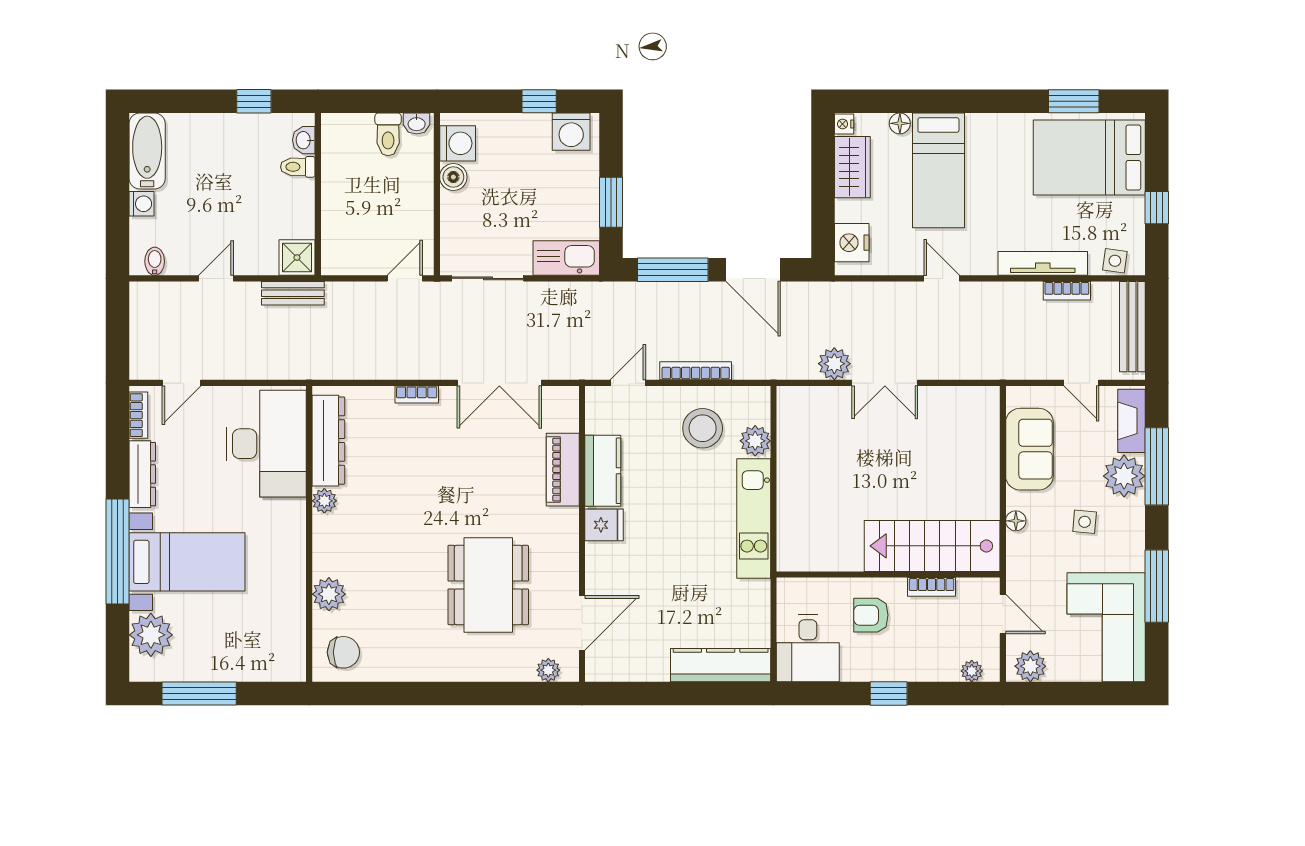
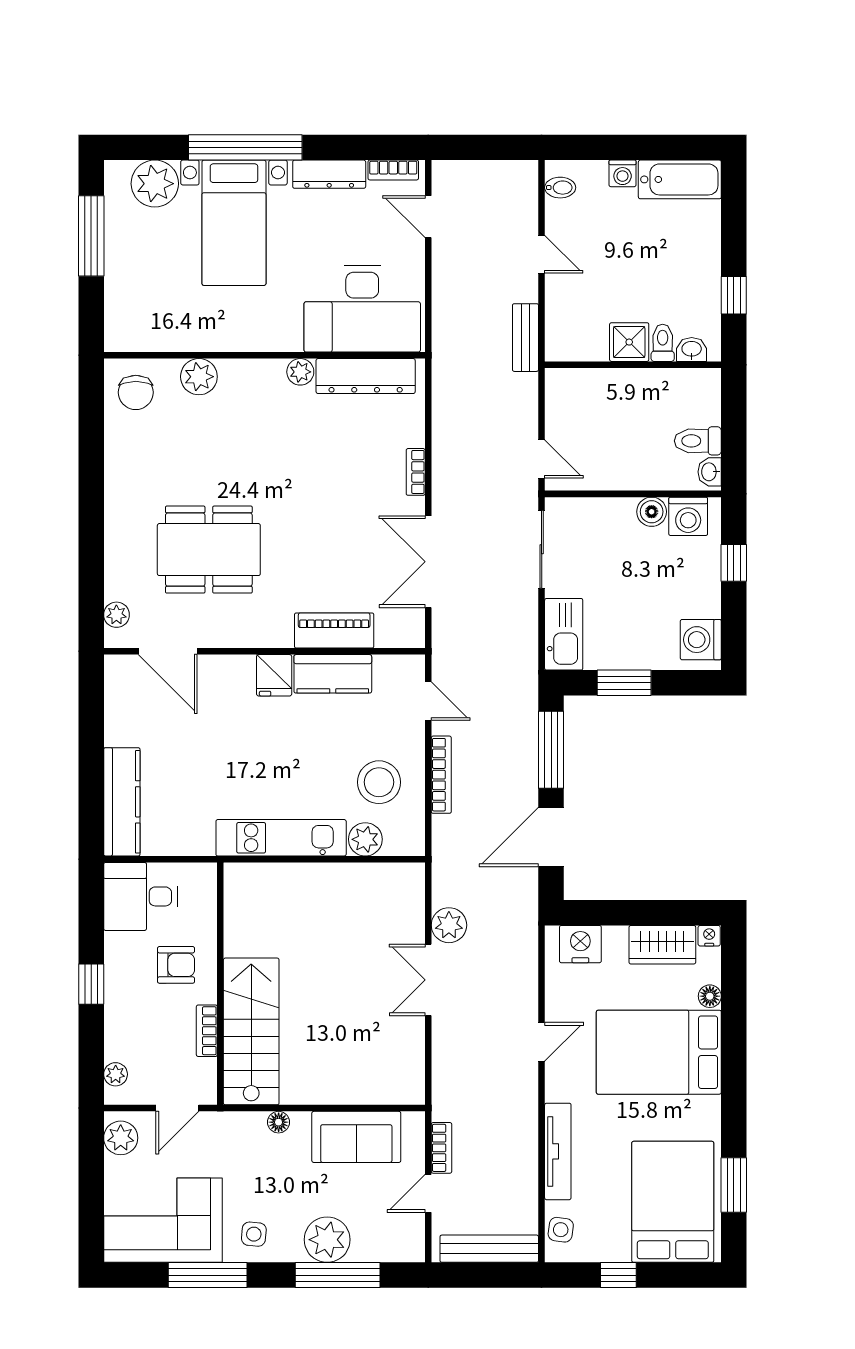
window: (539, 101) -> (734, 563), moved
bed: (938, 170) -> (659, 1052), width x1.50
shower: (297, 258) -> (629, 342), moved
bookcase: (1067, 291) -> (442, 1148), moved, turned 180
fireplace: (1131, 421) -> (387, 1248), removed
side table: (1085, 522) -> (254, 1234), moved
armchair: (871, 615) -> (176, 965), turned 90

